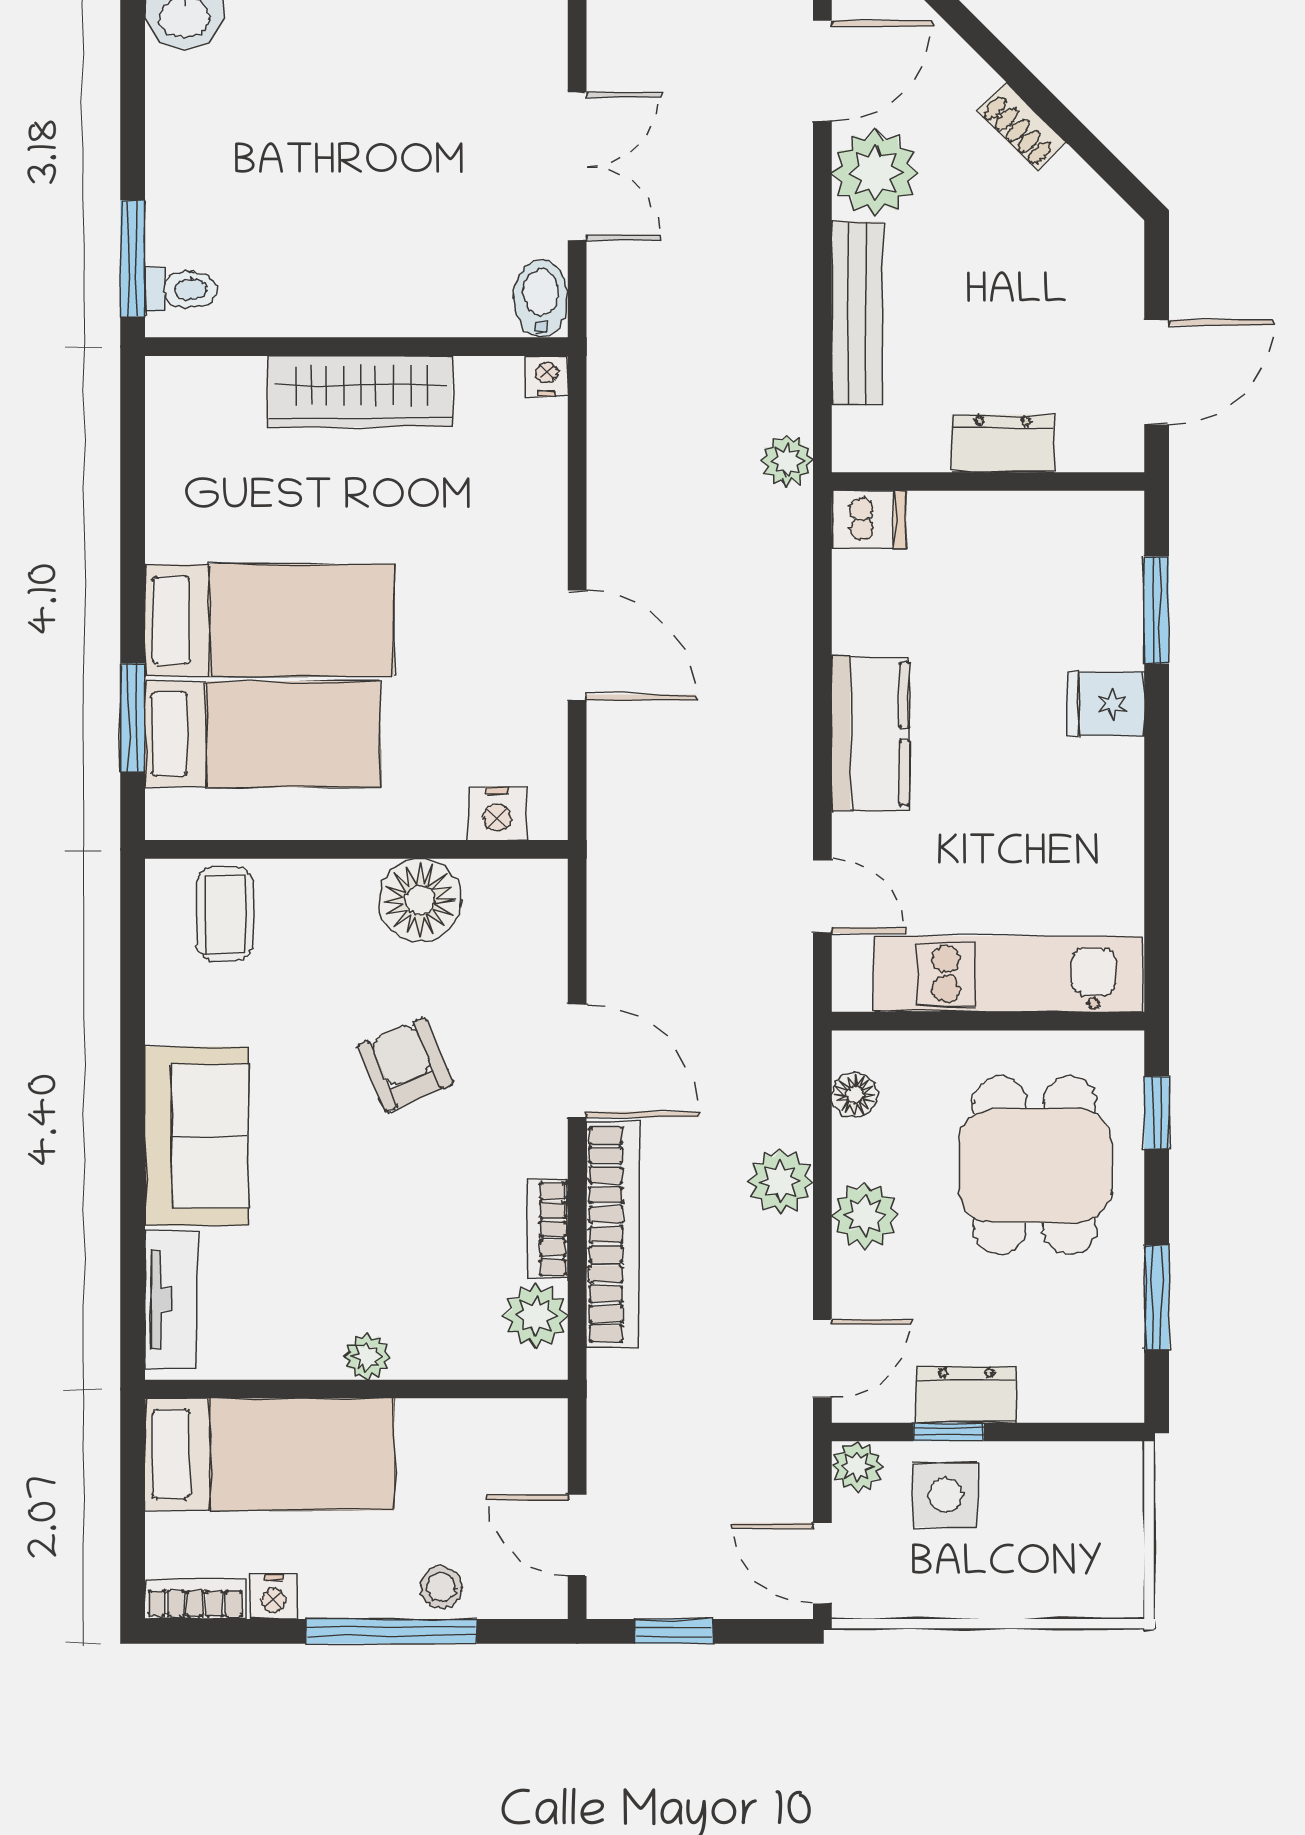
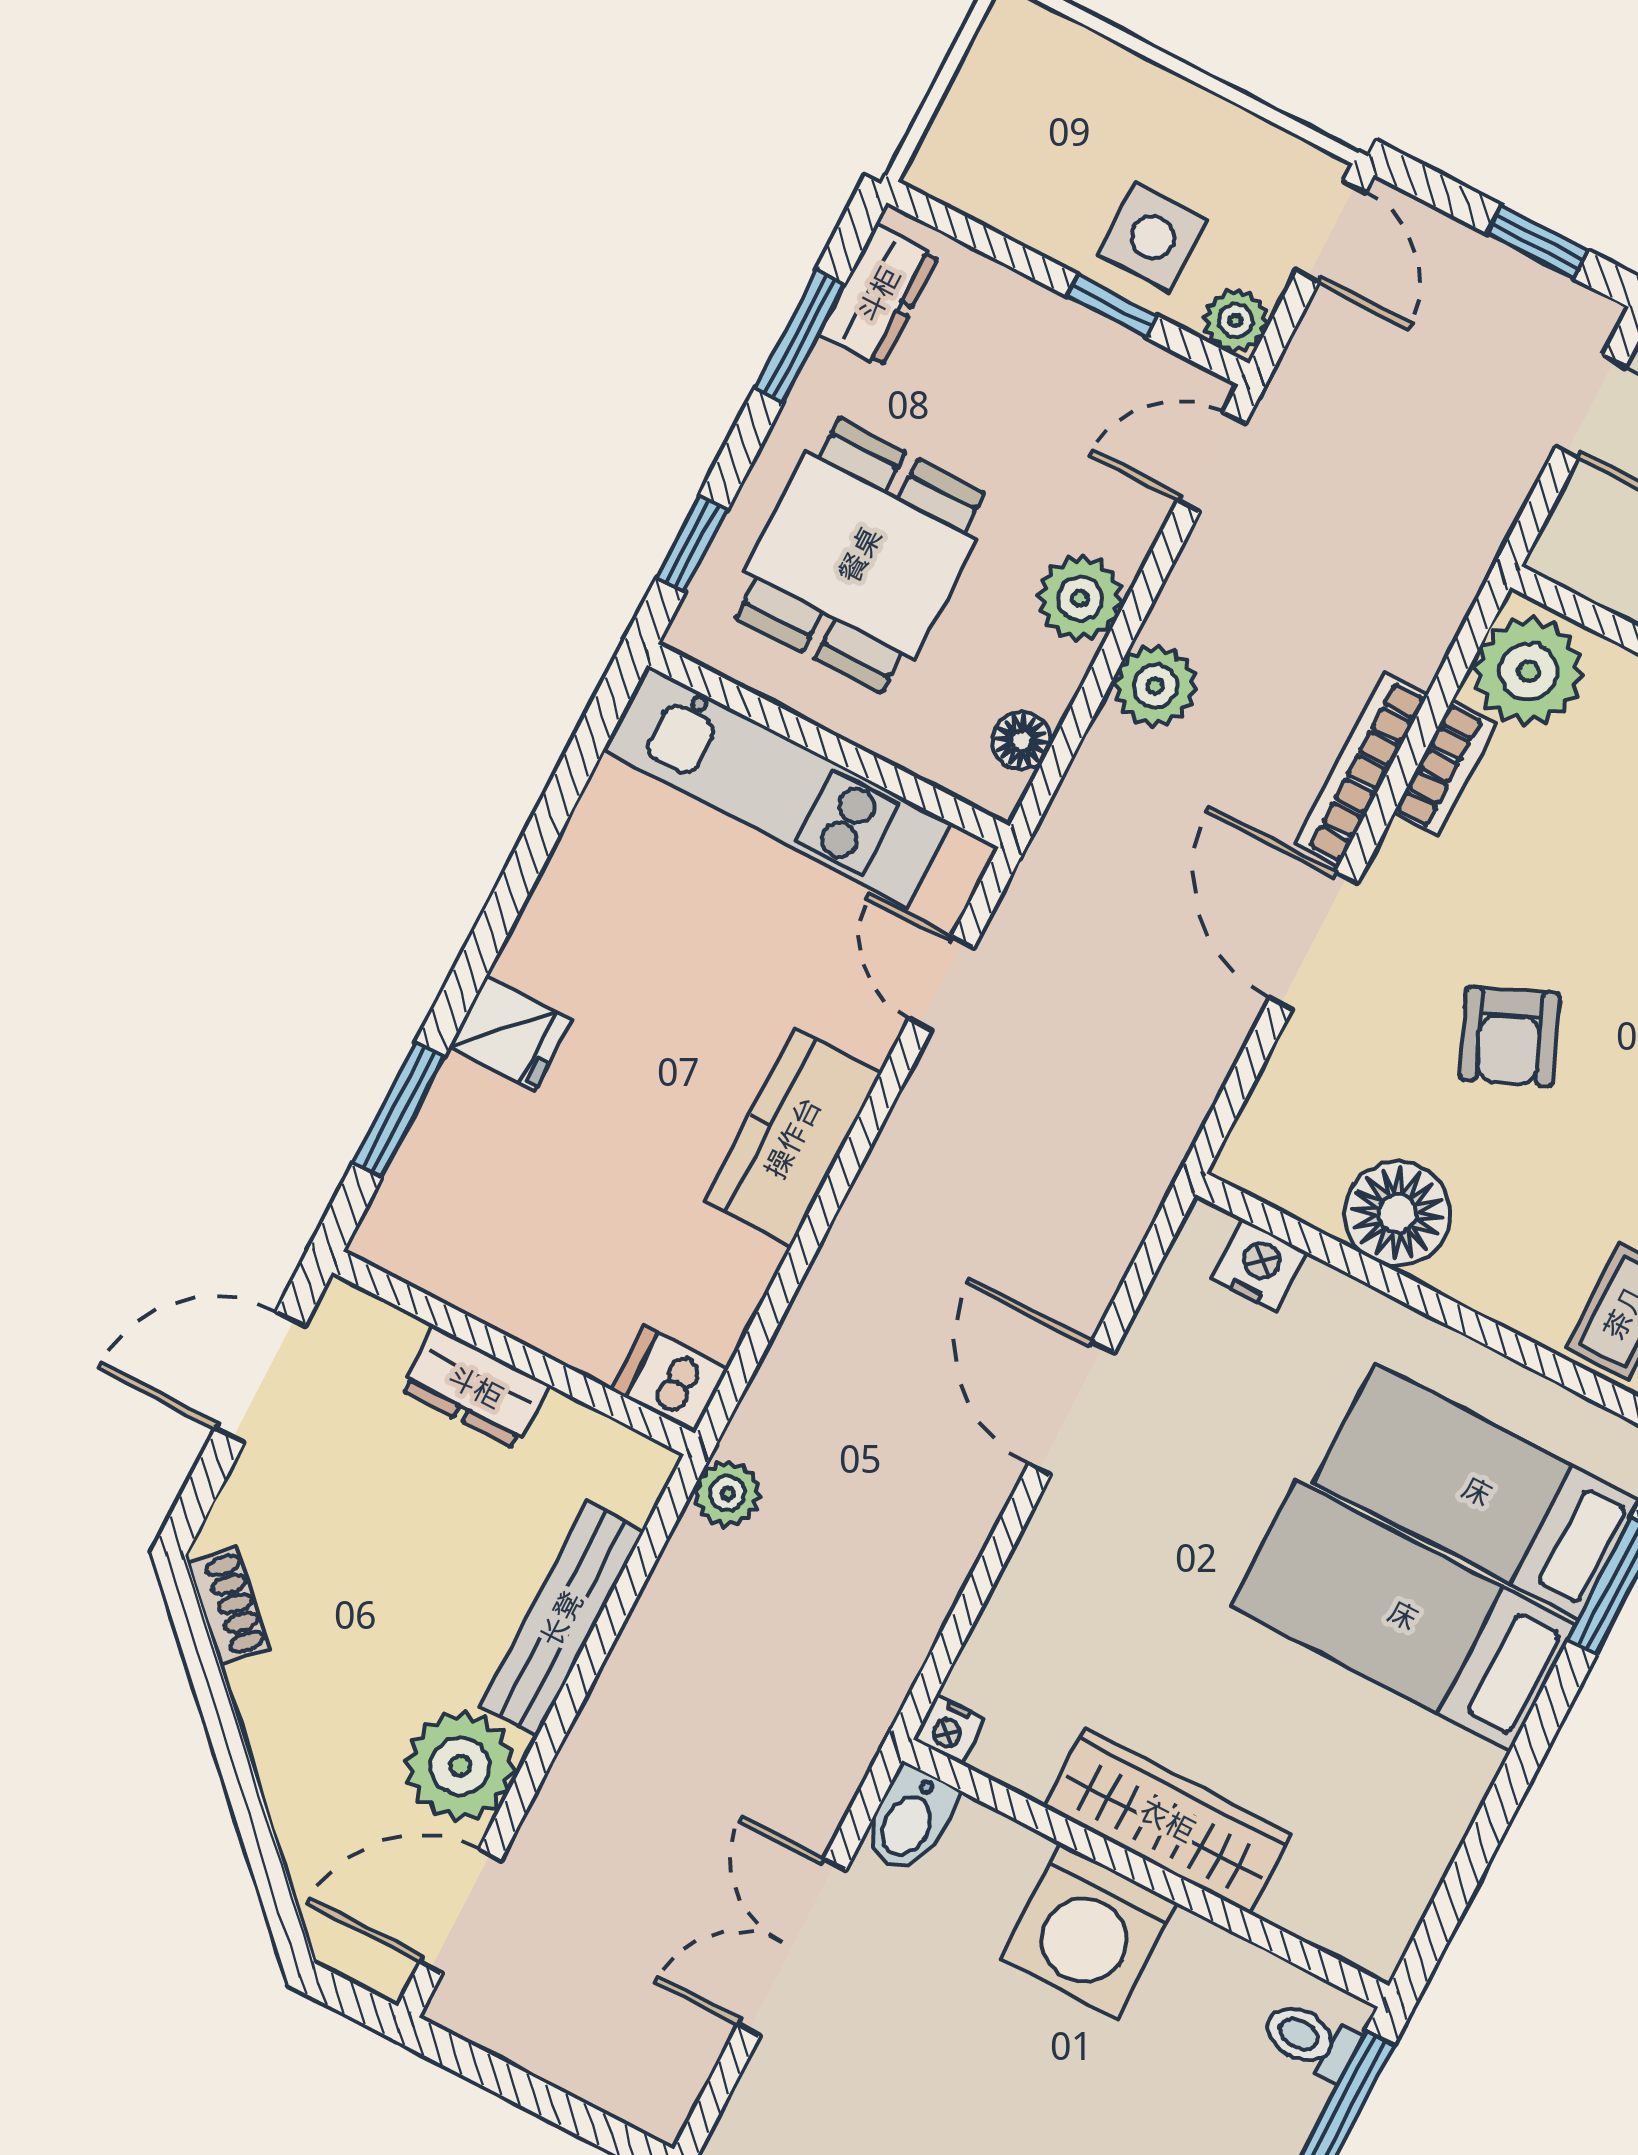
shoe rack: (1021, 127) -> (229, 1606), moved
washing machine: (375, 286) -> (1089, 1931), added
bookcase: (612, 1235) -> (1361, 770), width x0.68, depth x0.76
plant: (536, 1316) -> (1529, 671), width x1.36, depth x1.36
dresser: (966, 1395) -> (879, 295), moved, turned -90

